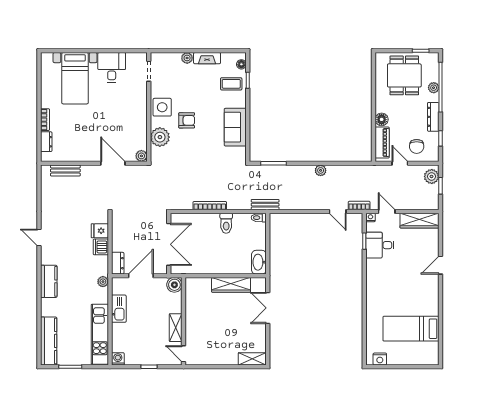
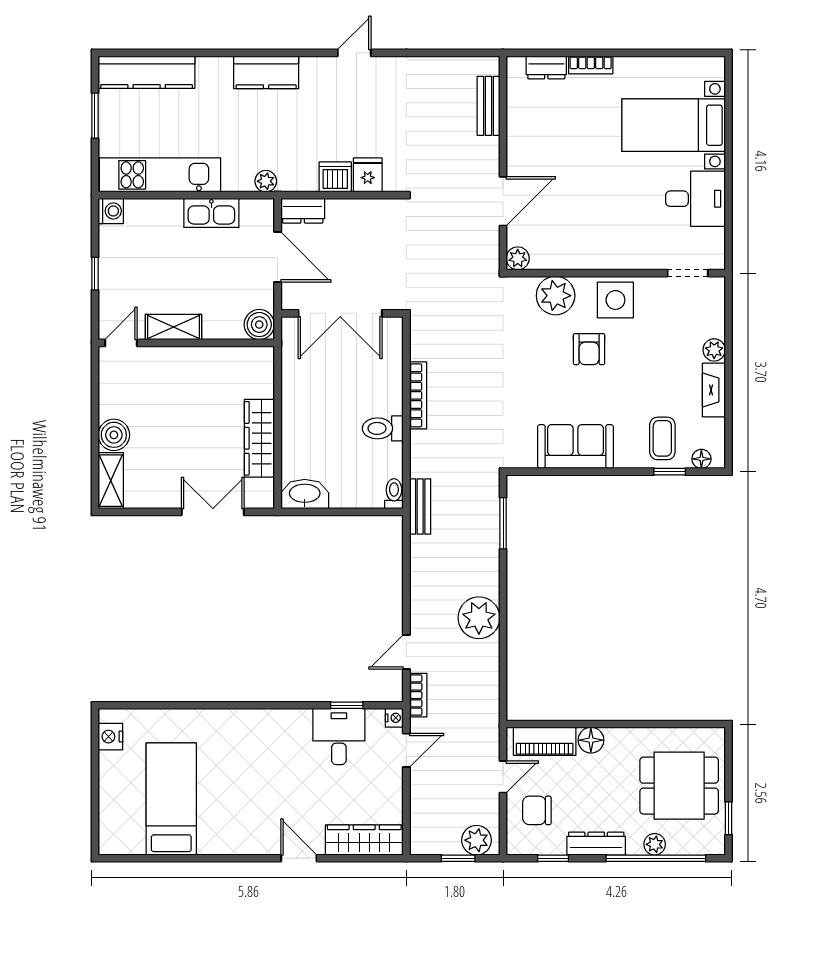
plant: (321, 170) -> (479, 618), width x1.88, depth x1.88
wardrobe: (419, 221) -> (364, 840), moved, turned 90
boiler: (229, 357) -> (114, 435), added

